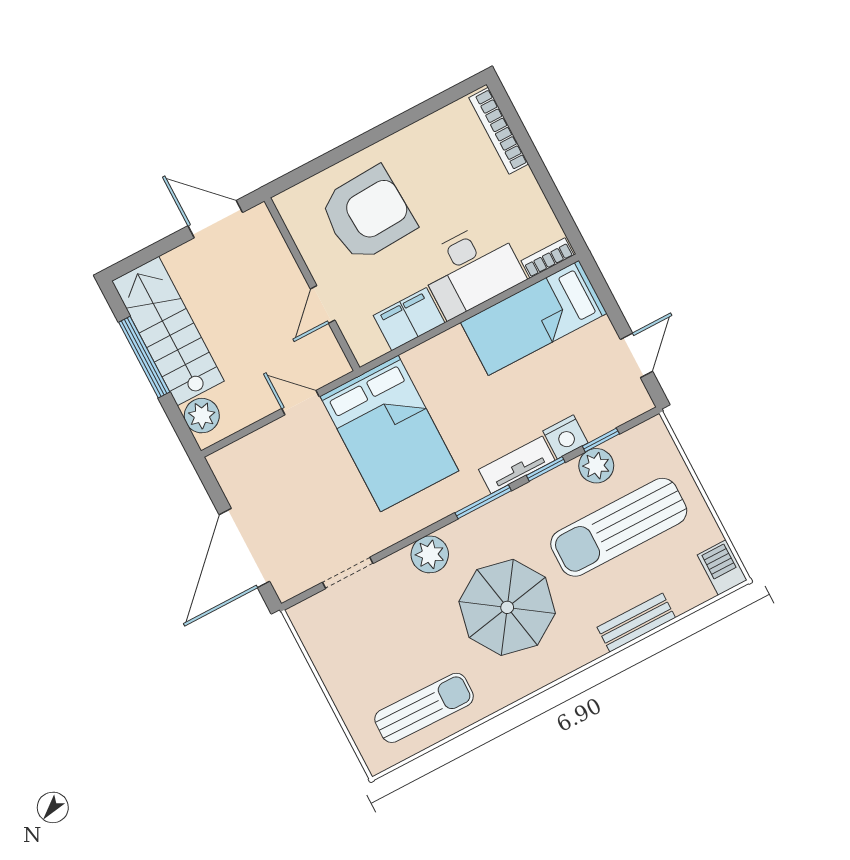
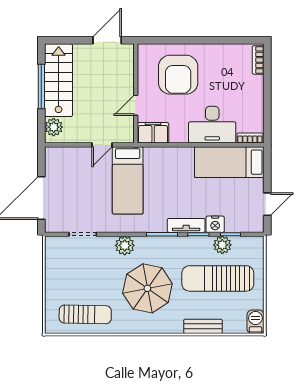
bookcase: (499, 131) -> (258, 60), width x0.64
armchair: (368, 214) -> (178, 75), turned 93
door: (215, 219) -> (107, 40), hinge flipped
filing cabinet: (409, 319) -> (153, 133), moved
door: (301, 403) -> (102, 145), swing flipped
bed: (389, 433) -> (128, 180), width x0.67

